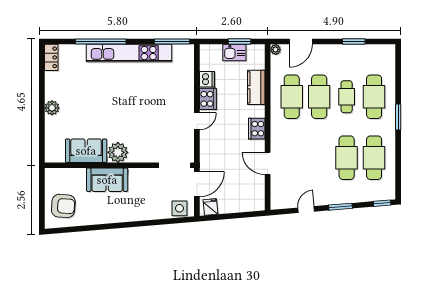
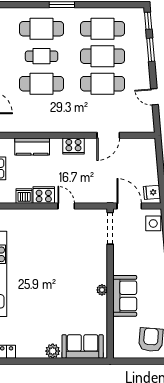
cafe table: (292, 97) -> (103, 84), moved
sofa: (86, 151) -> (83, 346), moved, turned 90
plant: (118, 152) -> (102, 290), width x0.53, depth x0.53
window: (341, 207) -> (151, 50), moved

